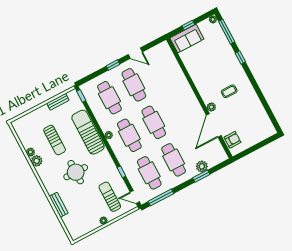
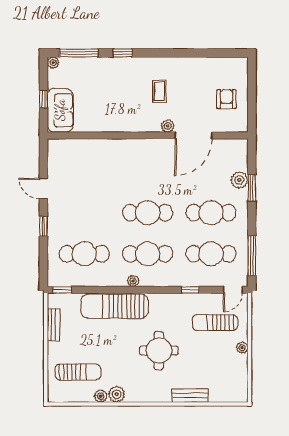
door: (135, 53) -> (43, 189), swing flipped
cafe table: (134, 85) -> (84, 213), removed
door: (214, 125) -> (193, 135), hinge flipped
sun lounger: (55, 140) -> (78, 372), moved
armchair: (233, 140) -> (226, 99), moved

